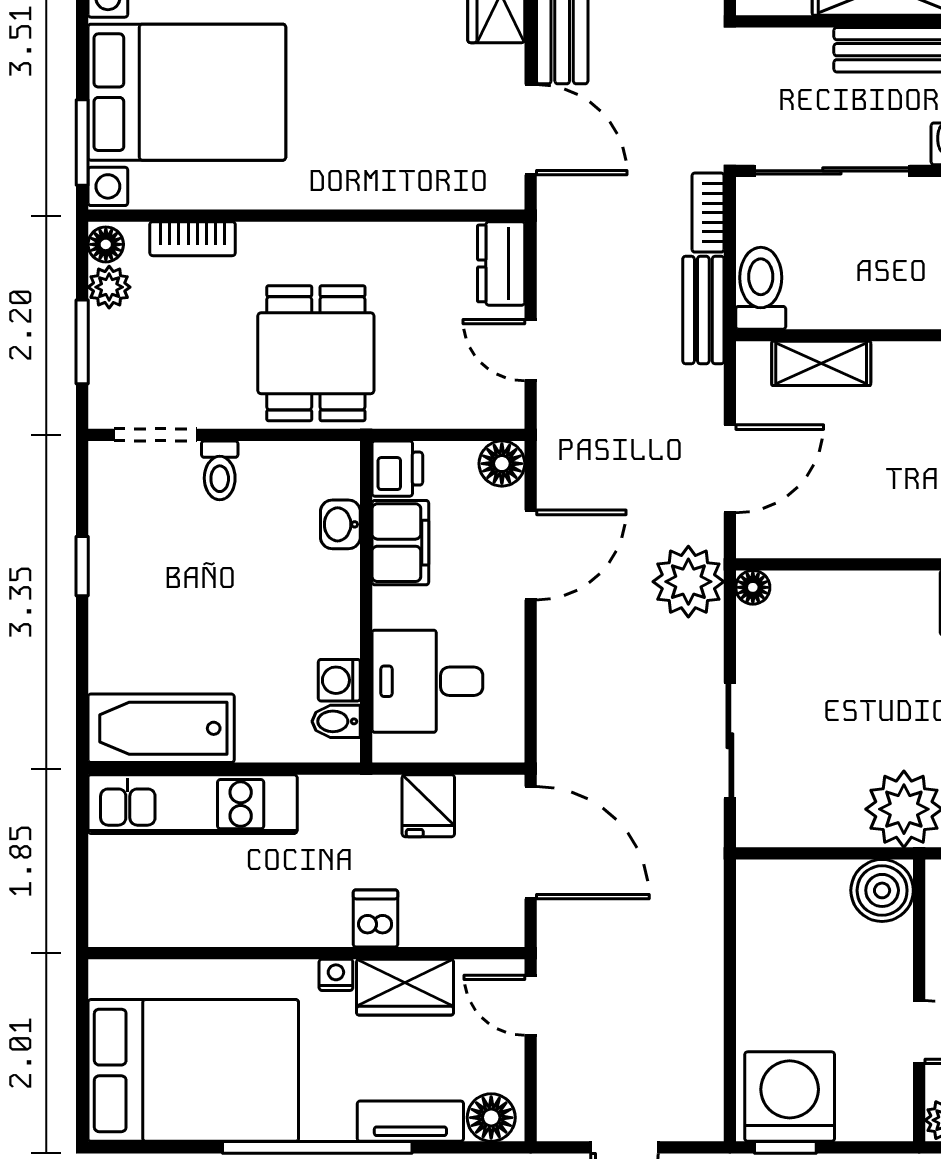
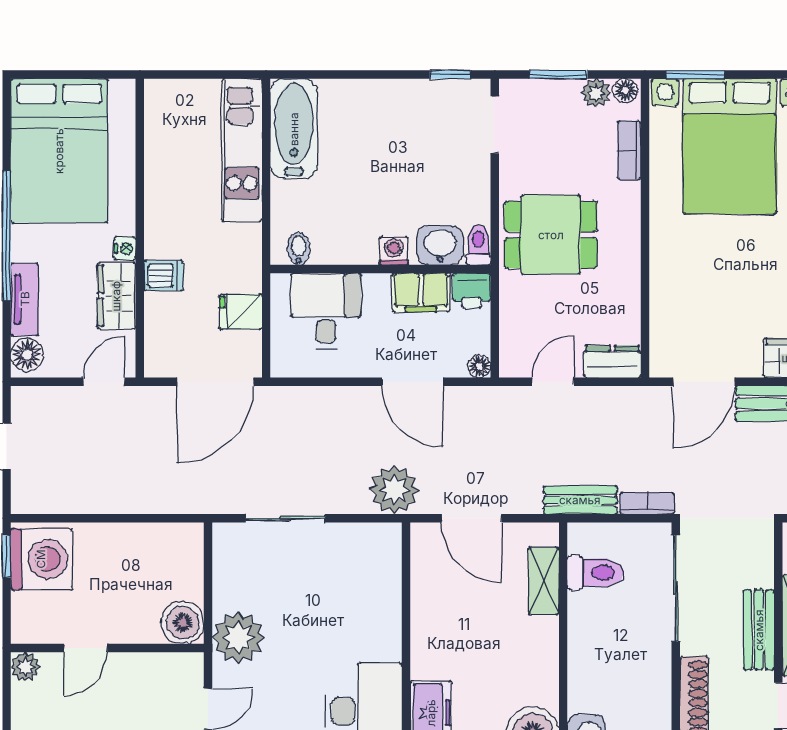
toilet: (761, 288) -> (595, 573), moved
floor lamp: (502, 464) -> (479, 366), width x0.73, depth x0.73
toilet: (220, 470) -> (478, 245), moved, turned 90
washbasin: (340, 524) -> (440, 245), width x1.38, depth x1.45
window: (82, 566) -> (450, 74), moved
floor lamp: (753, 587) -> (390, 534), removed
washing machine: (339, 680) -> (394, 251), moved

